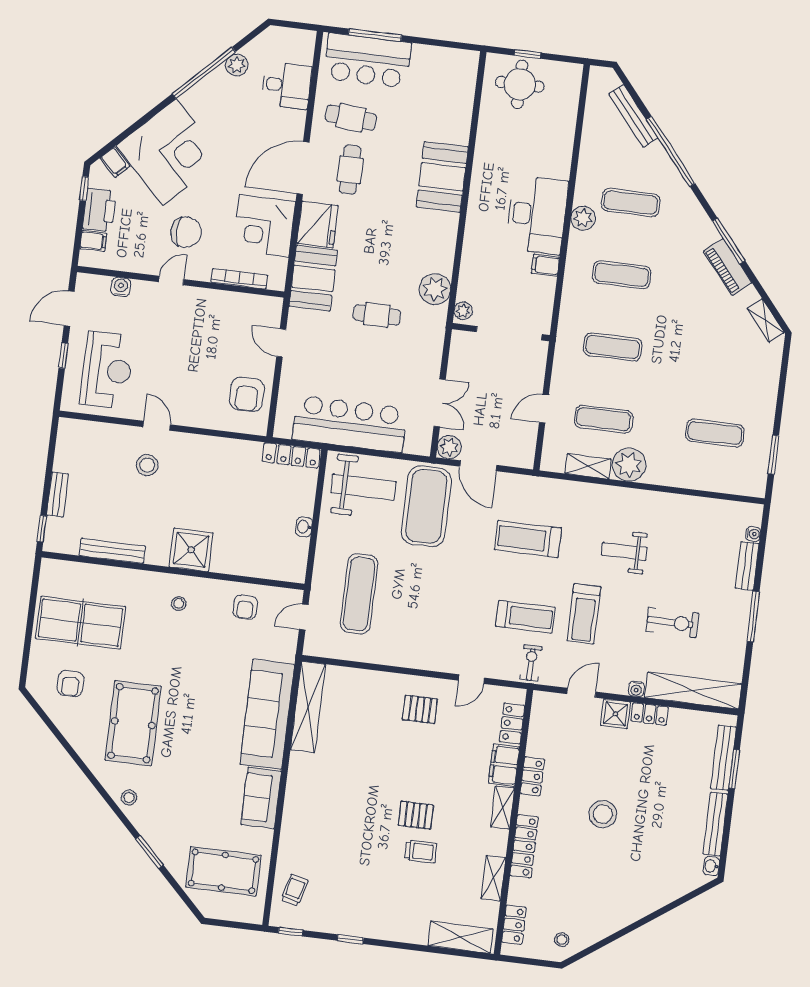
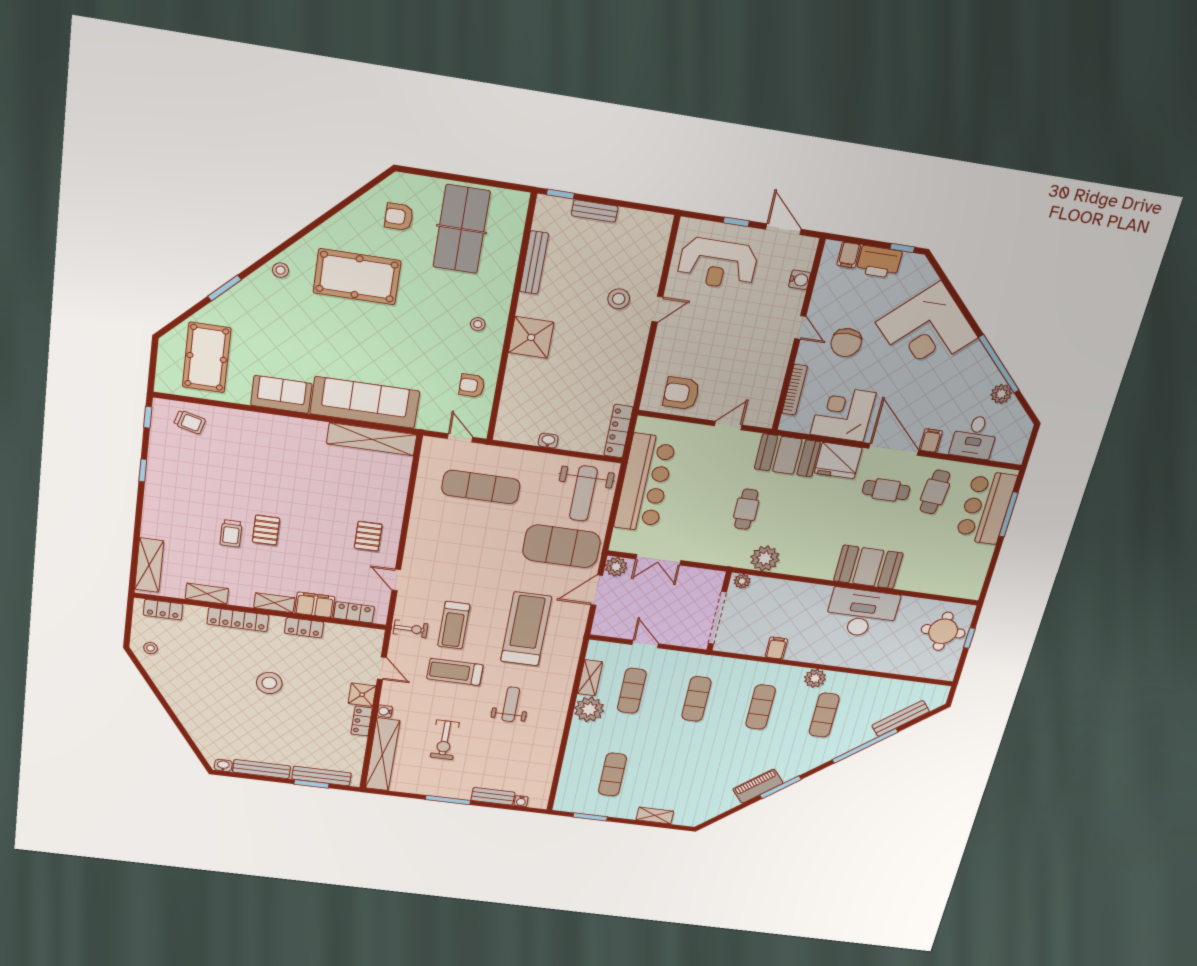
filing cabinet: (115, 162) -> (931, 441), moved, turned 135
desk: (537, 215) -> (862, 613), moved, turned 180
shelving: (766, 320) -> (655, 816), moved, turned 40
treadmill: (528, 539) -> (526, 629), width x1.37, depth x1.38

